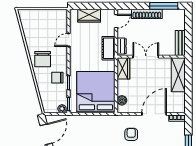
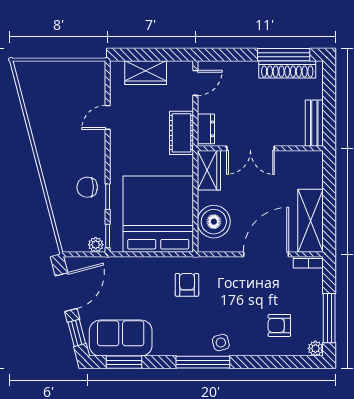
shoe rack: (147, 14) -> (287, 69), moved
double door: (146, 57) -> (250, 148), swing flipped
chair: (43, 59) -> (60, 153), removed
shelving: (178, 75) -> (311, 221), moved
boiler: (122, 100) -> (214, 222), width x1.86, depth x1.86
armchair: (131, 134) -> (187, 285), moved

